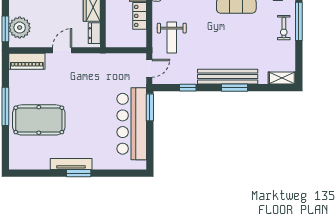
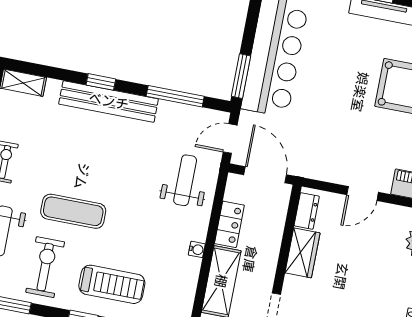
door: (124, 50) -> (265, 175), added
window: (188, 88) -> (175, 96), width x2.17
window: (235, 88) -> (101, 82), width x0.67

